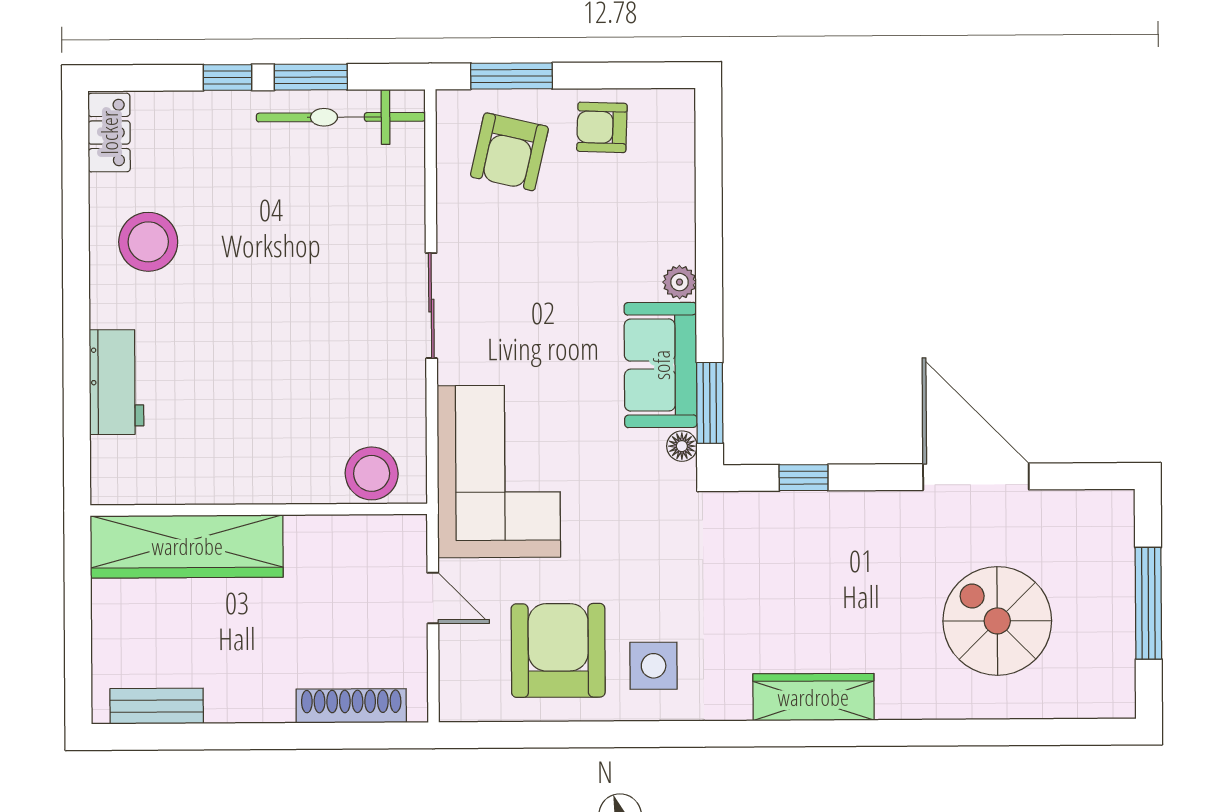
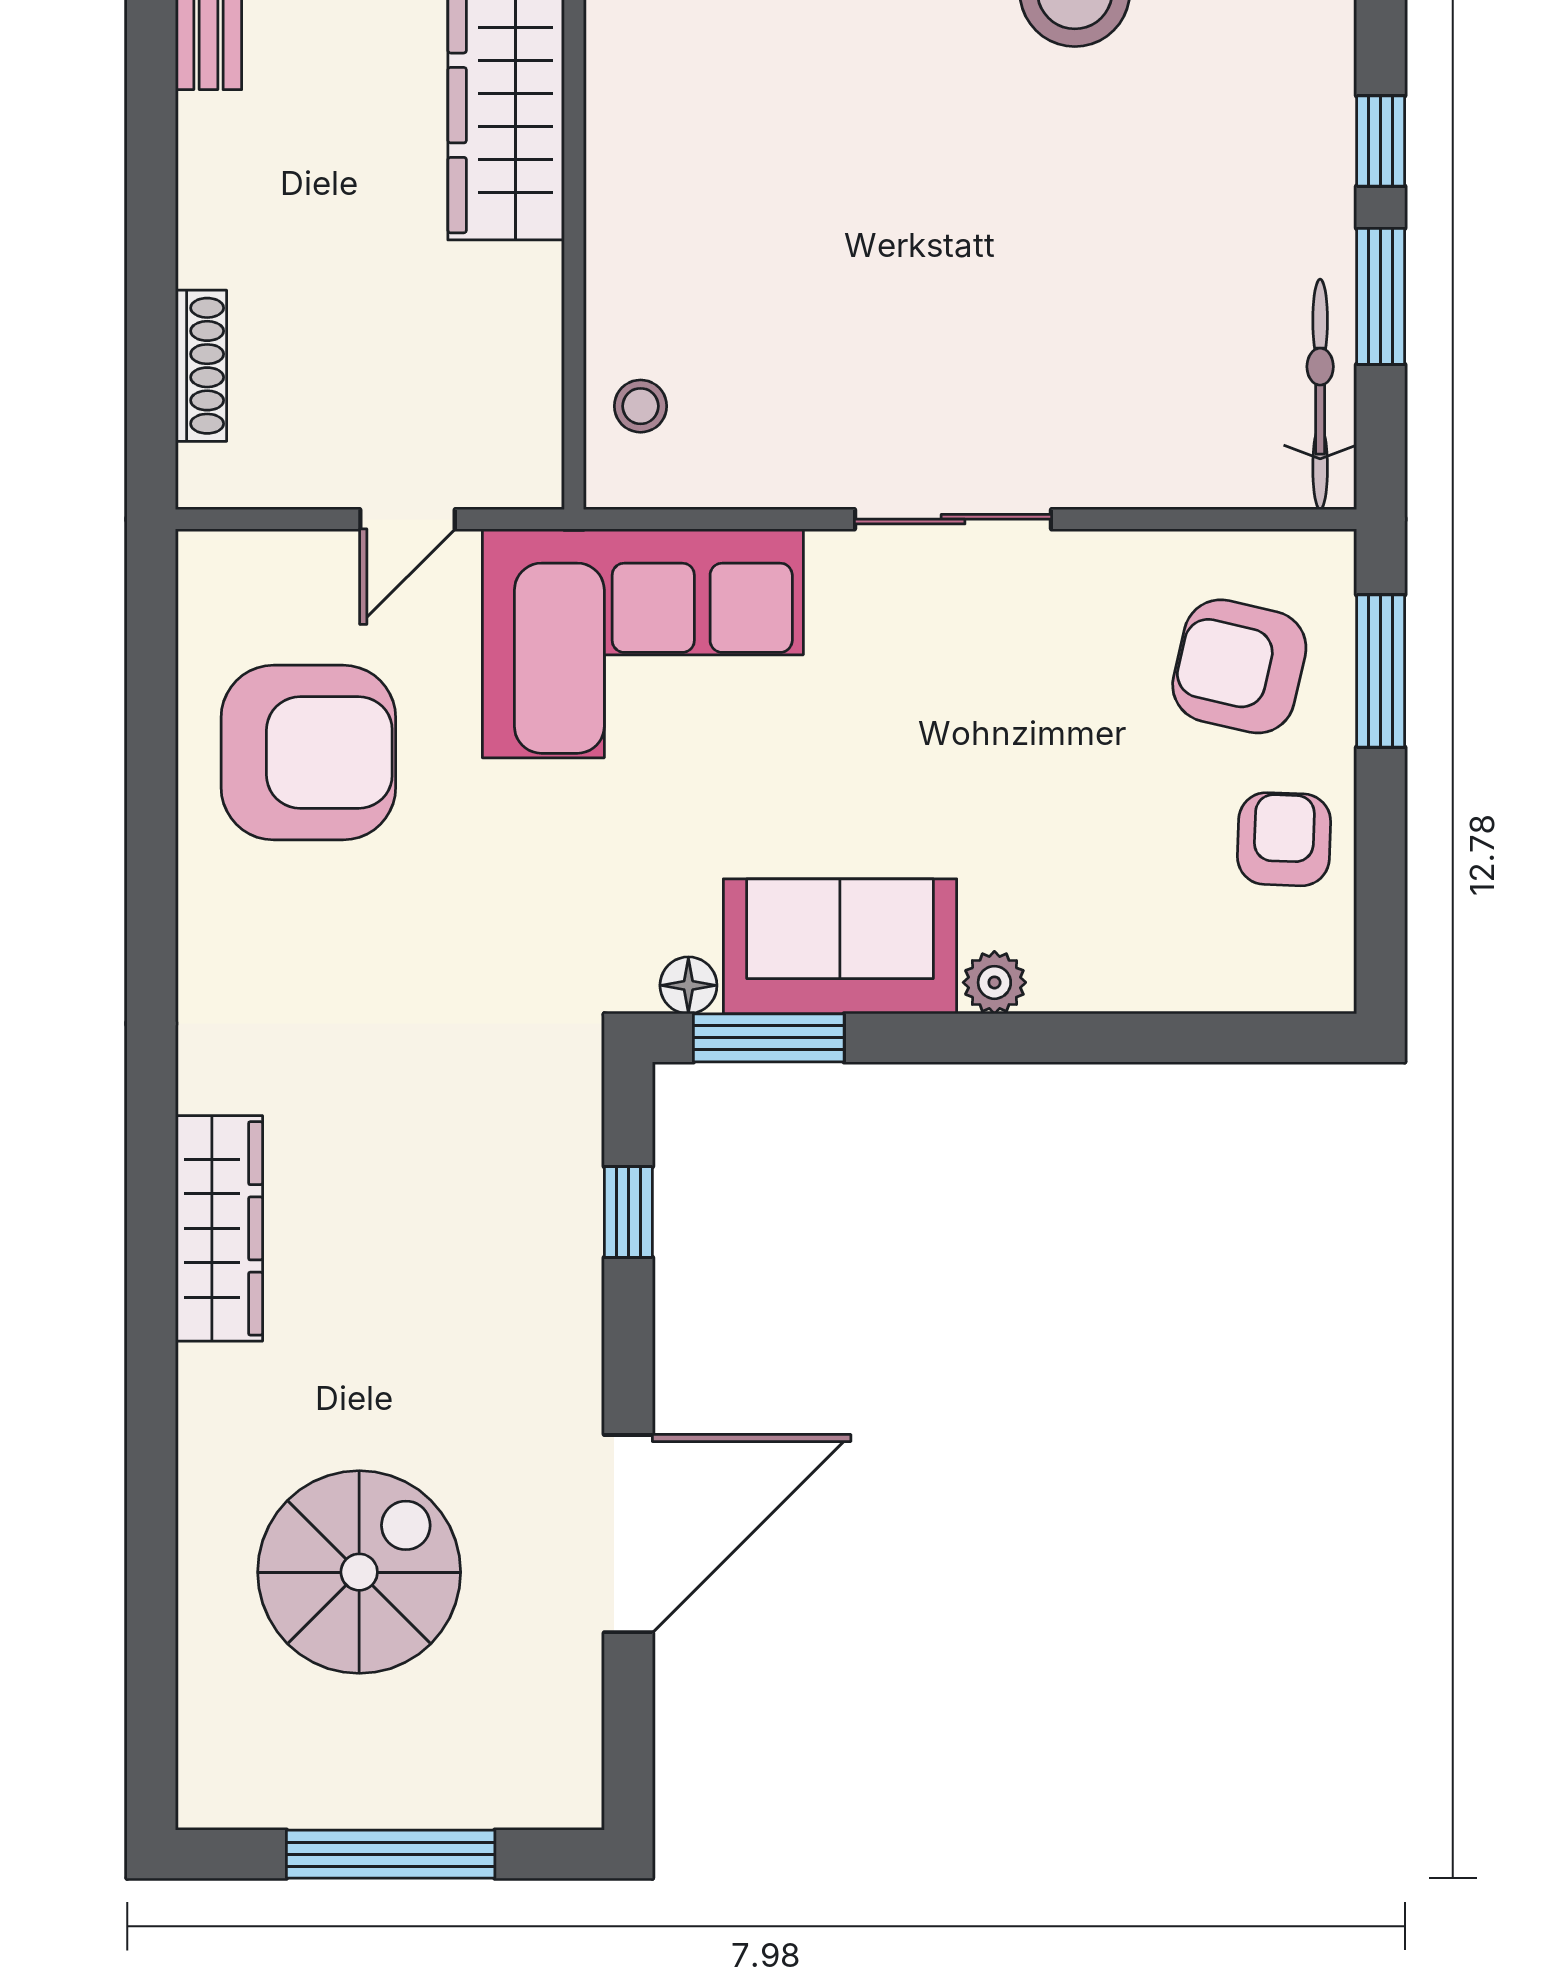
bicycle: (341, 117) -> (1320, 394), width x0.73, depth x0.71
stool: (372, 473) -> (641, 406), width x0.53, depth x0.53
side table: (654, 666) -> (279, 930), removed
shoe rack: (351, 706) -> (201, 366), width x0.74, depth x0.81

